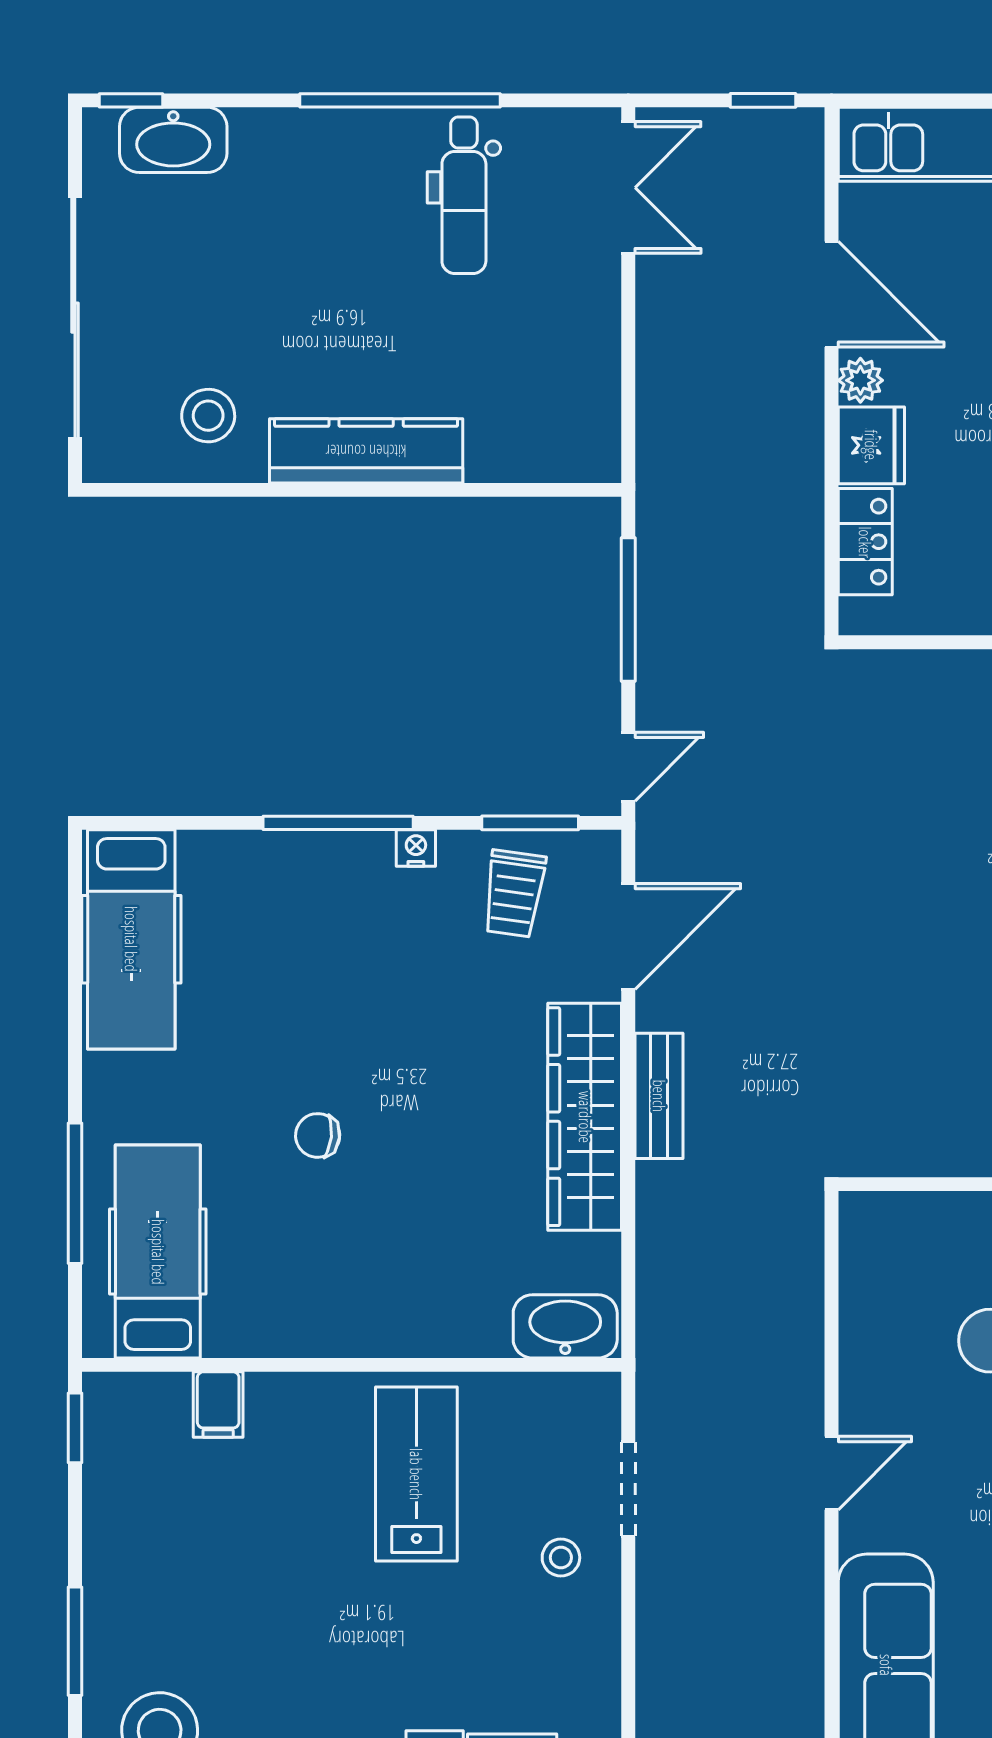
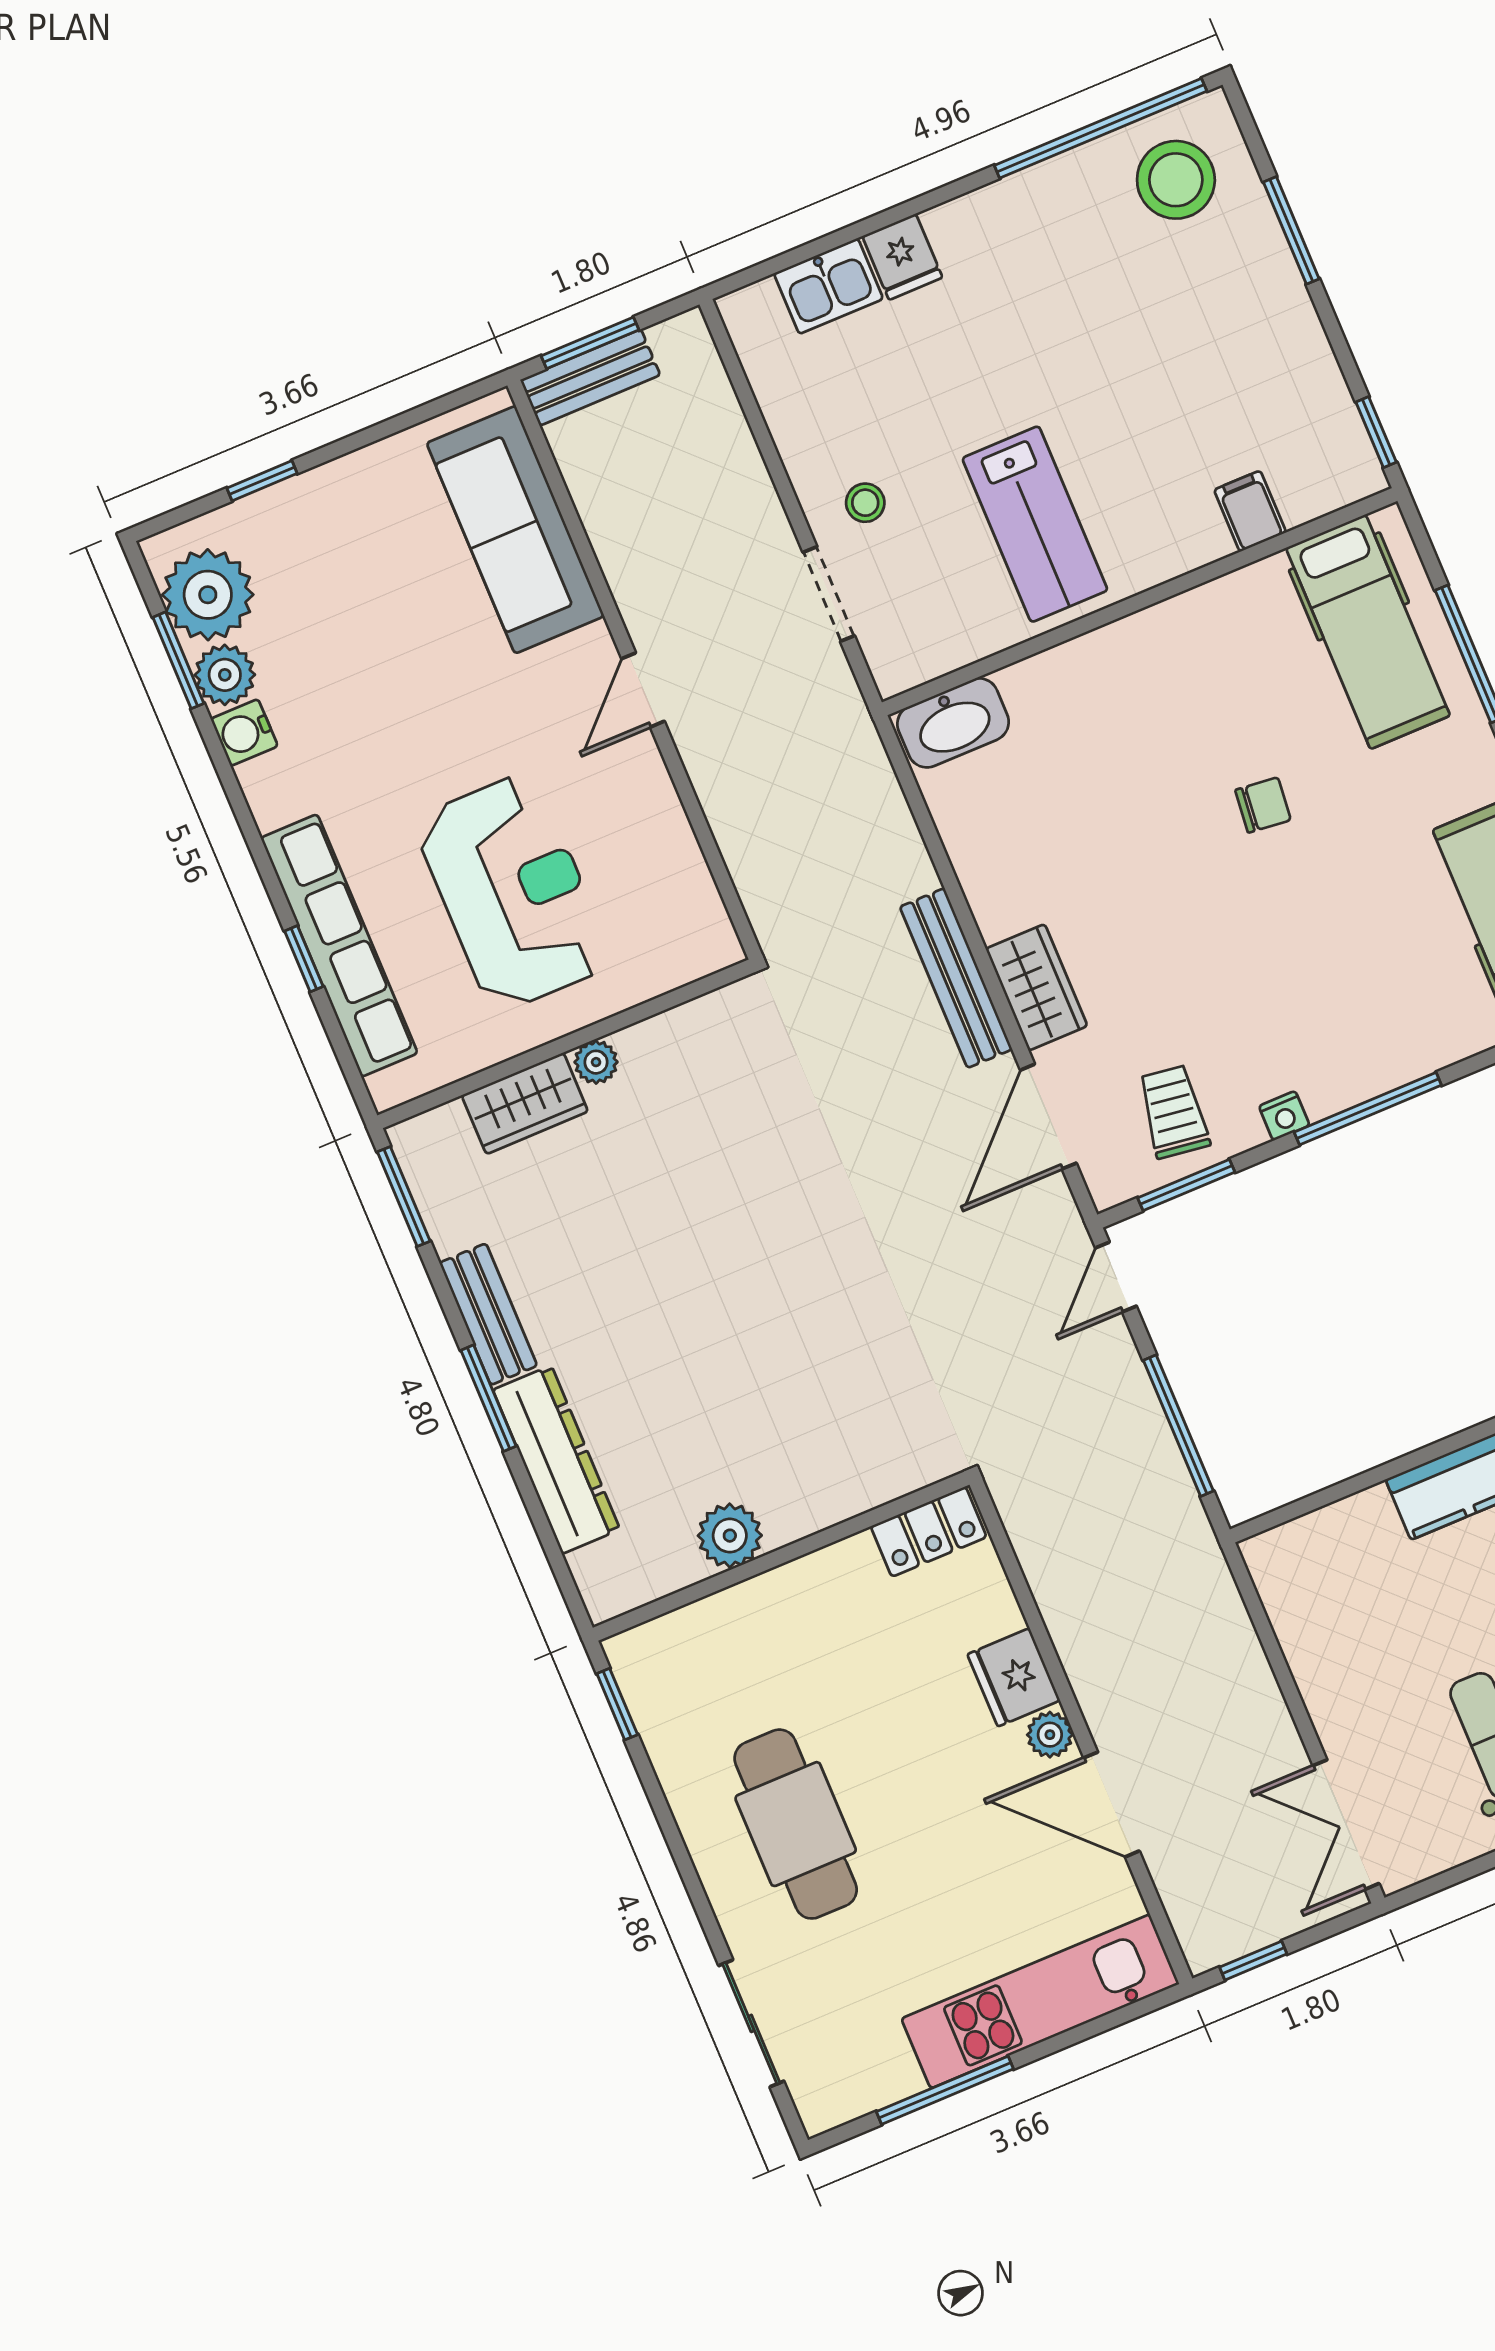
locker: (865, 542) -> (929, 1532), moved, turned -90
bench: (659, 1096) -> (956, 978), width x1.36
wardrobe: (585, 1117) -> (1037, 987), width x0.48, depth x0.85

